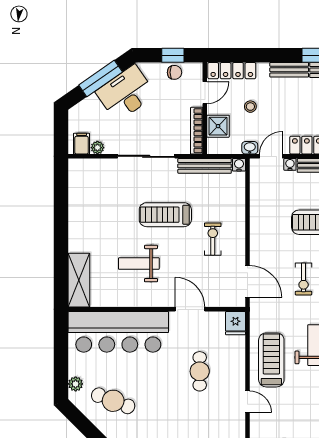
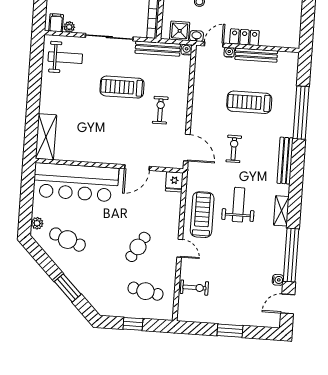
shower: (218, 126) -> (180, 31), moved
weight bench: (139, 264) -> (65, 58), moved, turned 180
exercise bike: (304, 279) -> (234, 149), turned 180
door: (190, 309) -> (137, 168), swing flipped
cafe table: (200, 371) -> (138, 247), moved, turned 31

